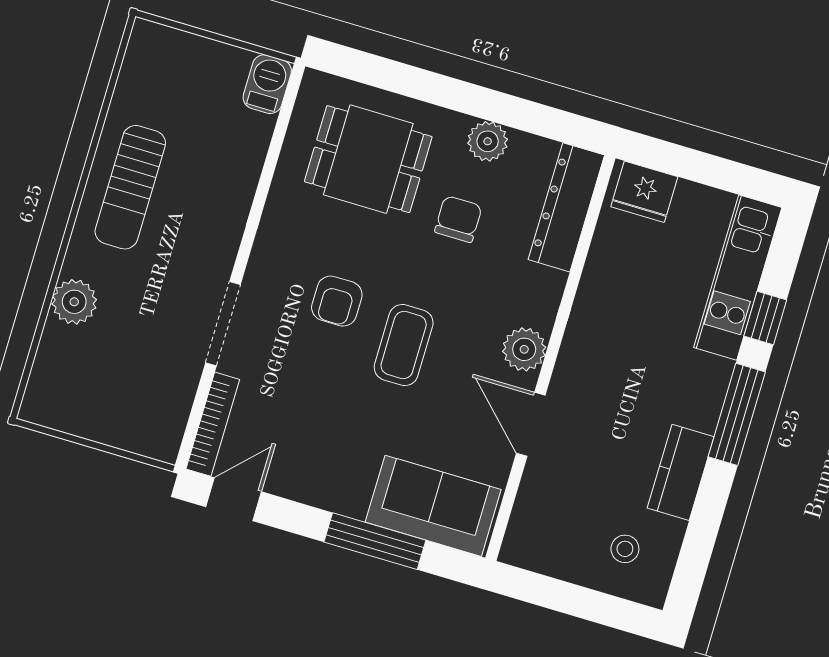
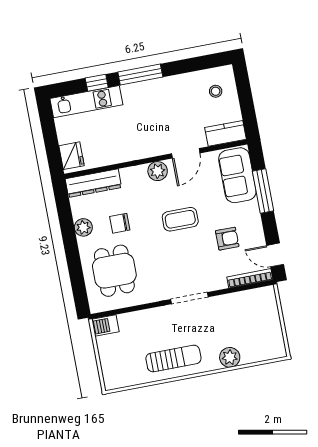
armchair: (337, 301) -> (227, 239), moved
doorway: (223, 324) -> (190, 298), moved
kitchen counter: (681, 472) -> (226, 133), moved, turned 180

